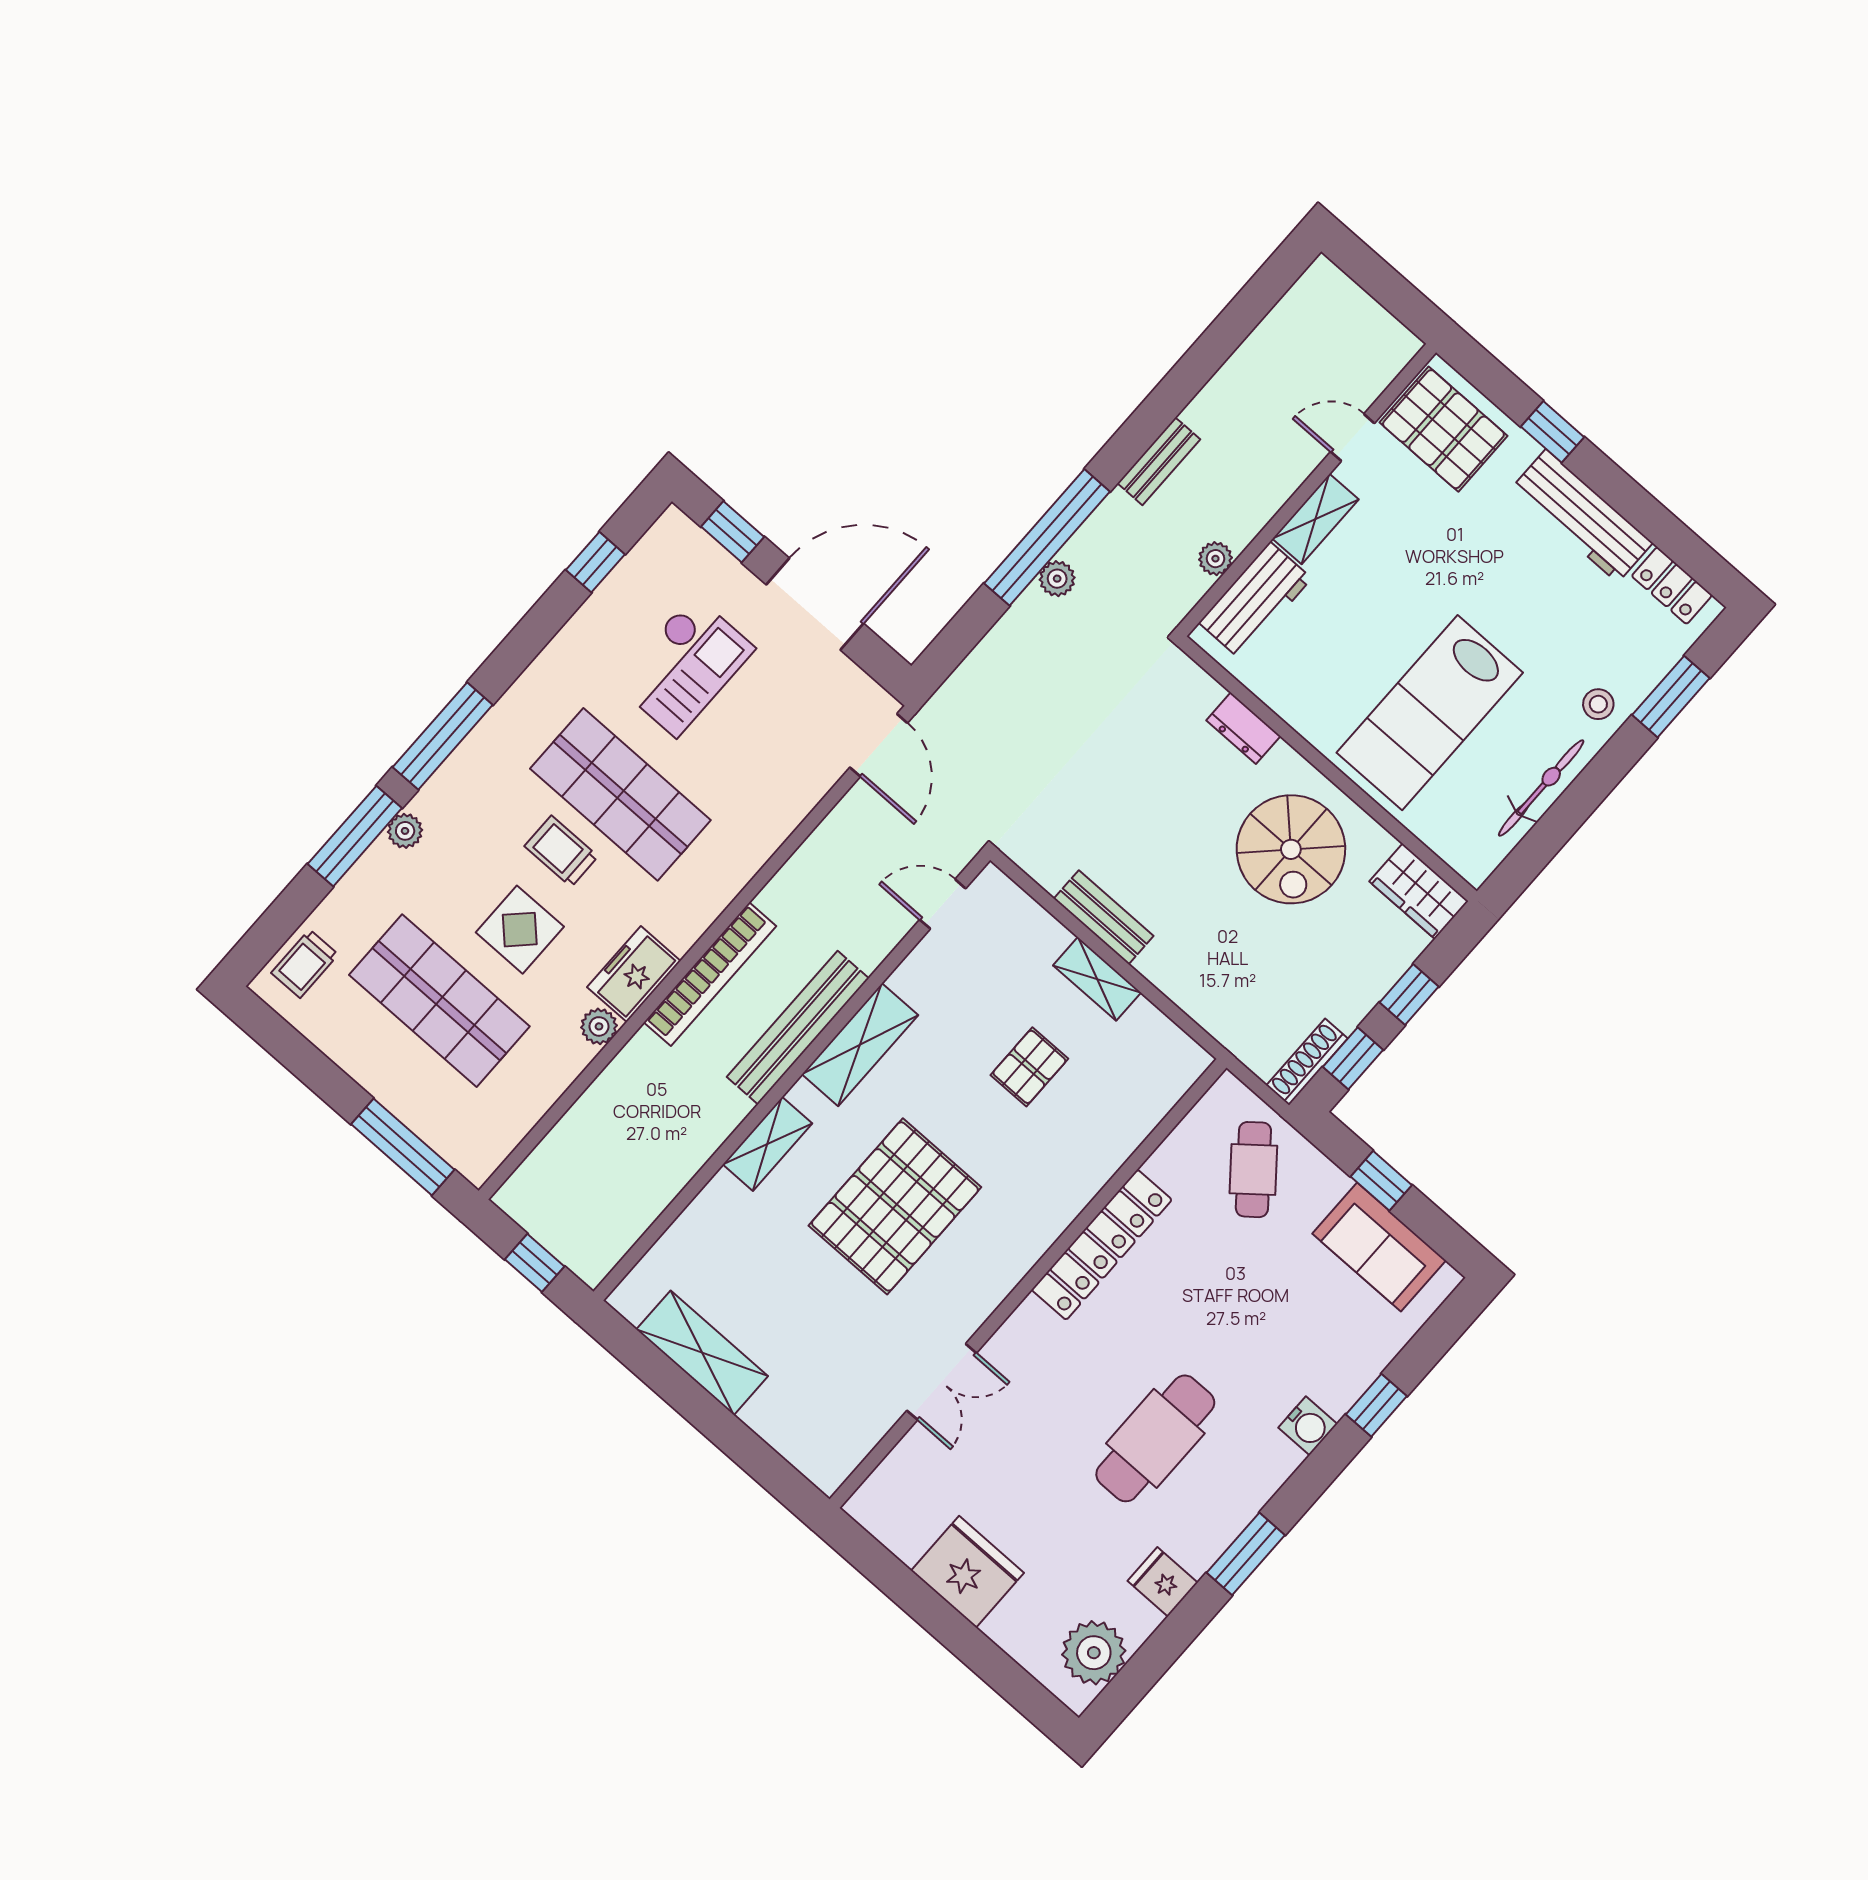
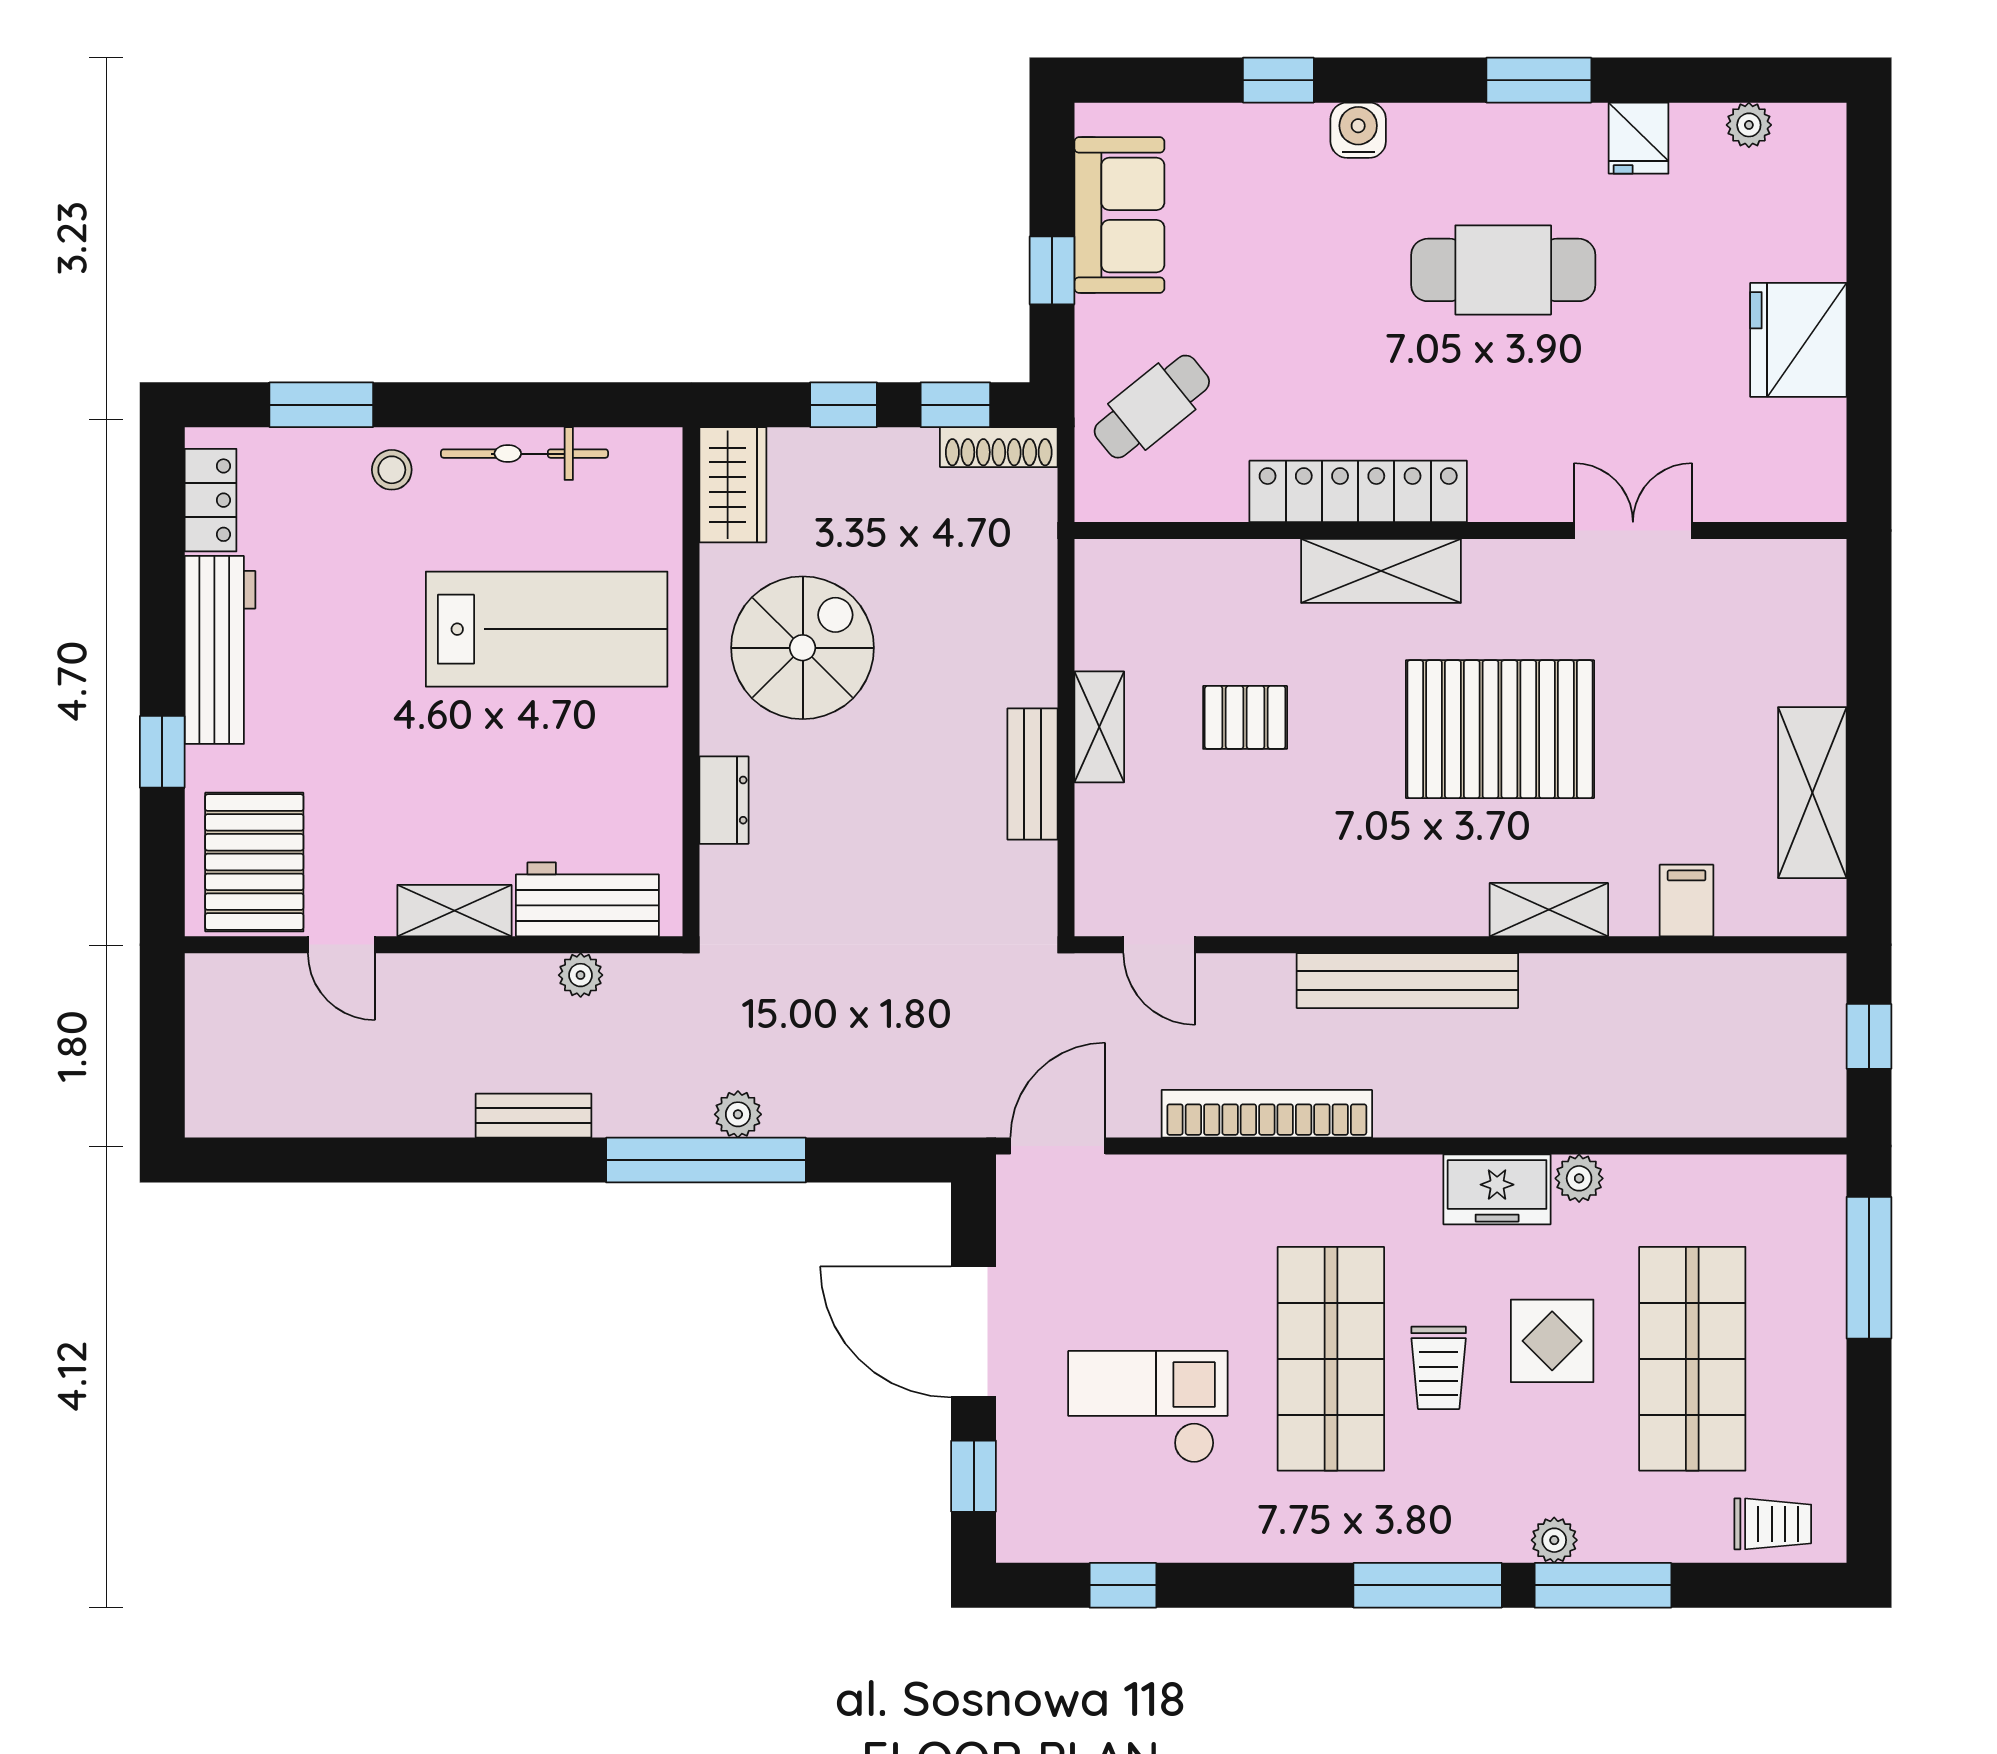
bookcase: (710, 974) -> (1267, 1114), moved
shelving: (860, 1045) -> (1381, 571), moved
filing cabinet: (704, 1227) -> (1687, 901), added
plant: (1094, 1653) -> (1749, 125), width x0.53, depth x0.53

